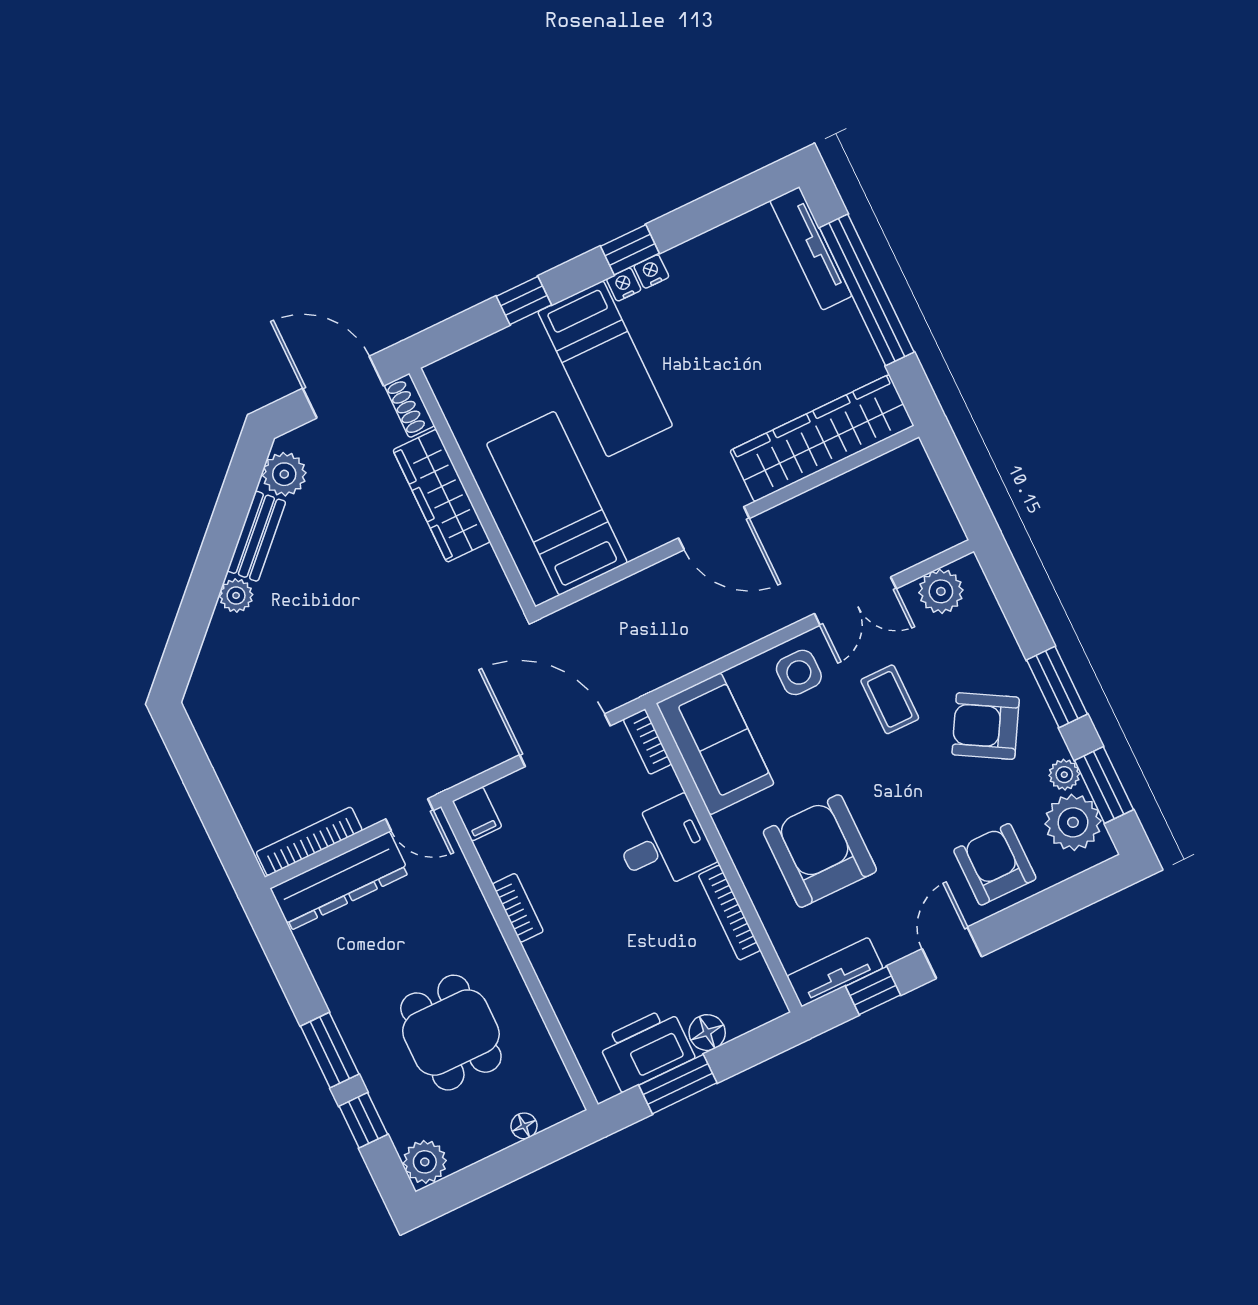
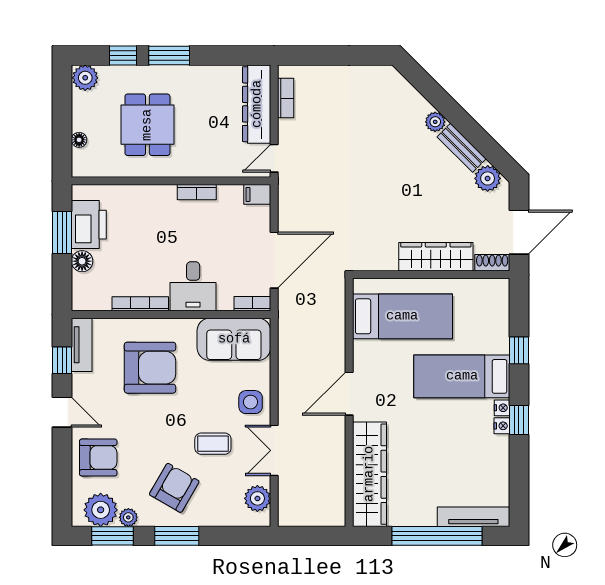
bookcase: (309, 841) -> (286, 98), width x0.64
dining table: (451, 1033) -> (147, 125), turned 90

